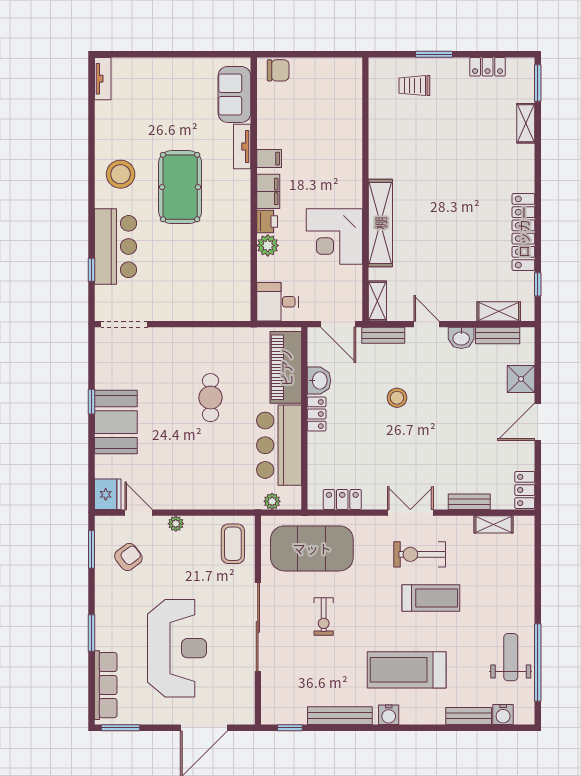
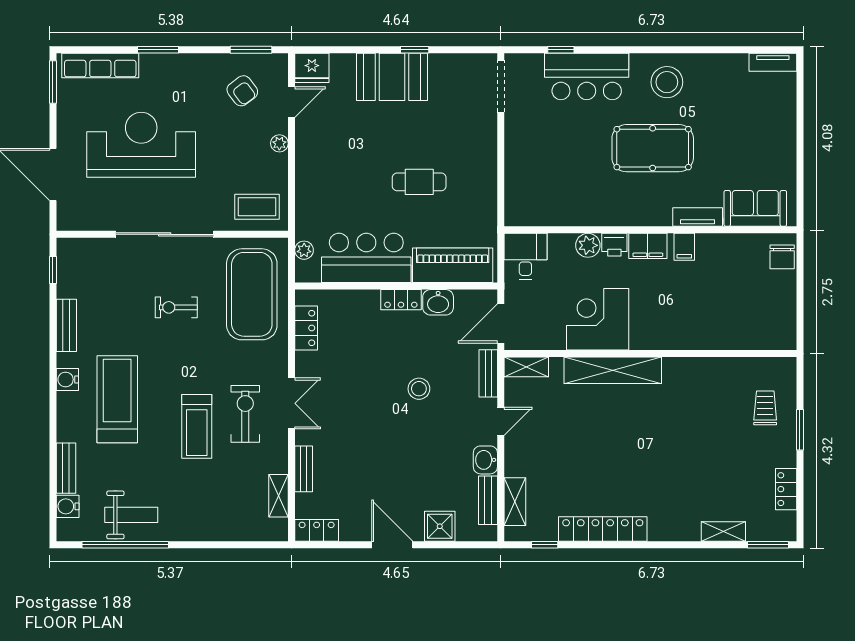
reception desk: (177, 648) -> (141, 145), turned 180
bench: (340, 716) -> (66, 325), width x0.73

